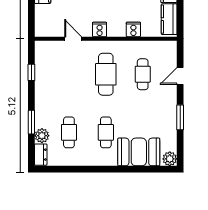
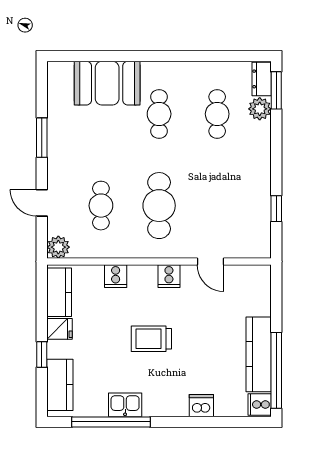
door: (180, 76) -> (42, 203), swing flipped
window: (31, 122) -> (276, 90), moved
plant: (170, 159) -> (58, 247), moved

